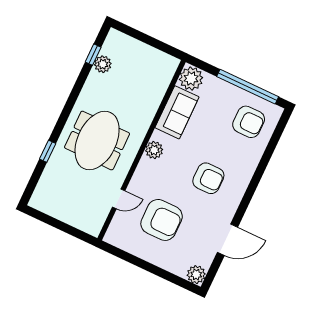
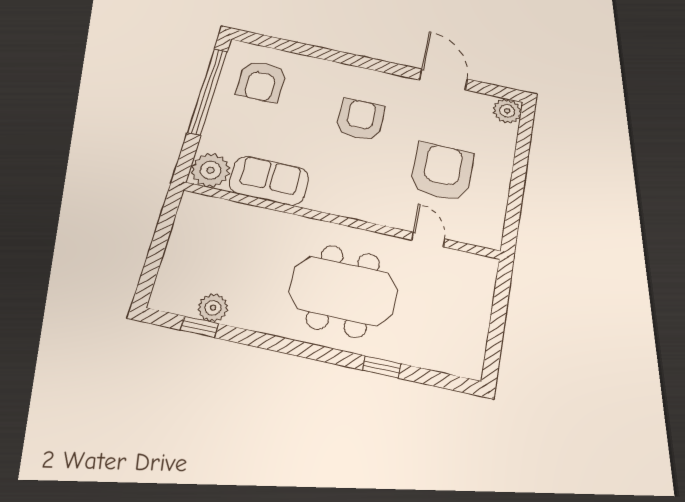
armchair: (249, 122) -> (261, 81), turned 180
plant: (154, 150) -> (337, 202), removed

